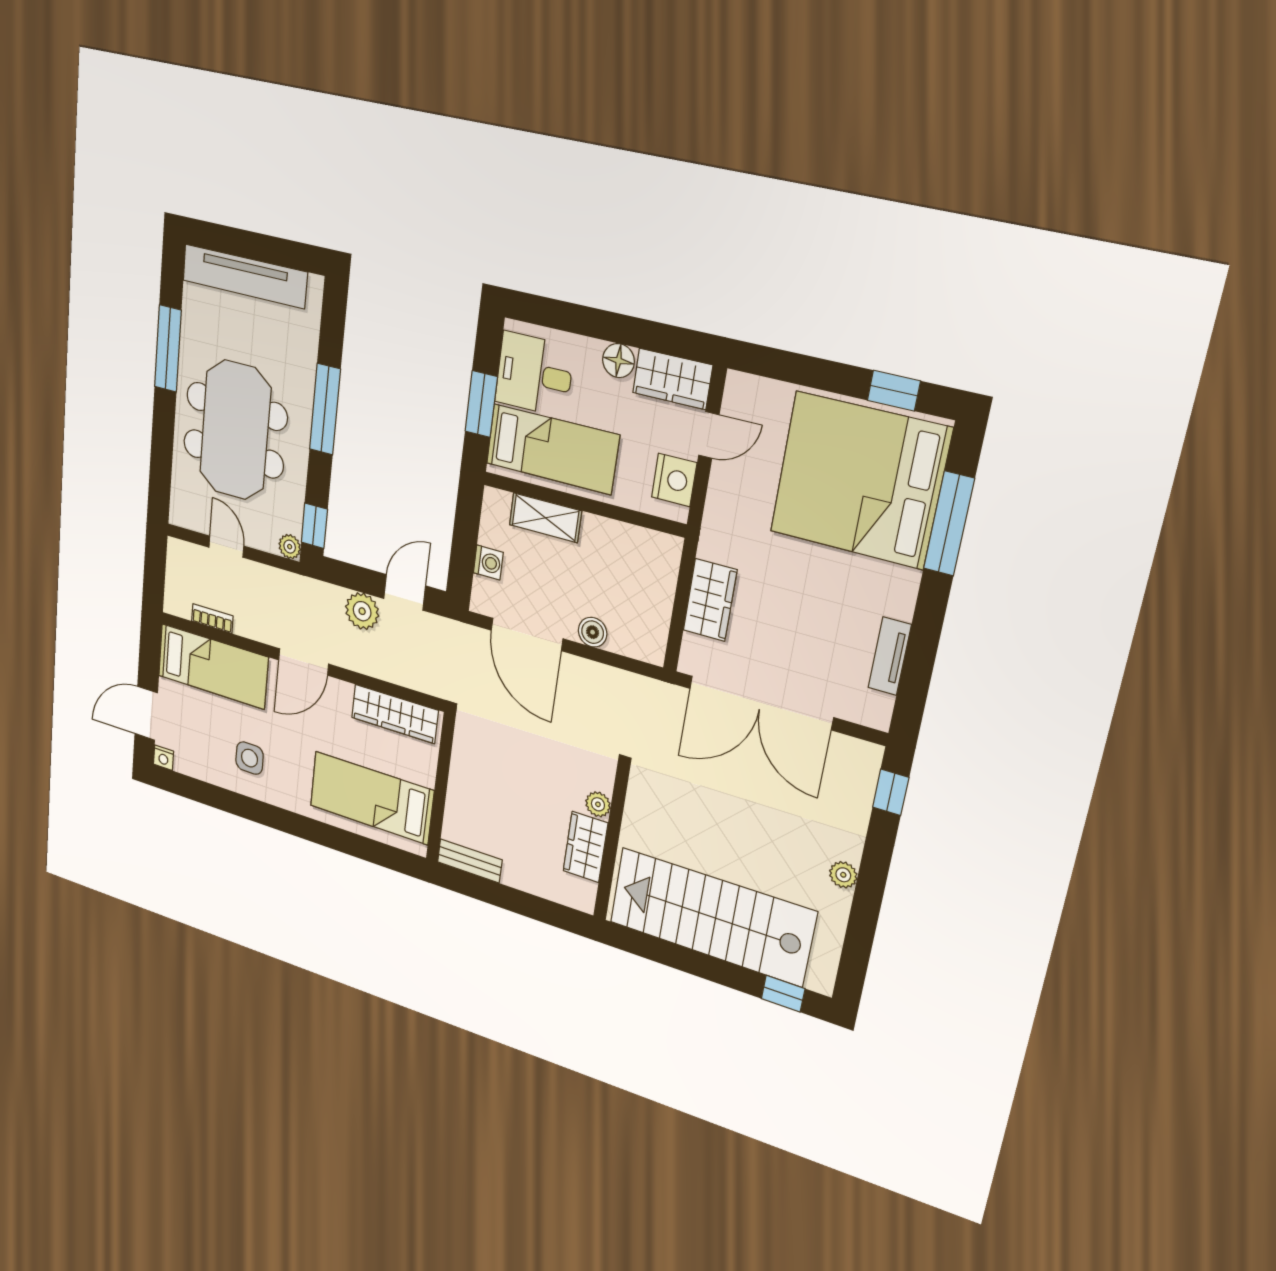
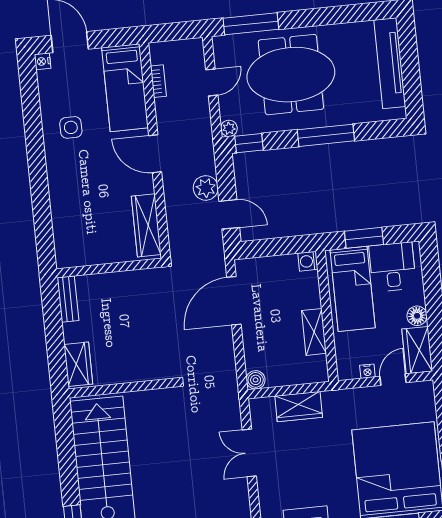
window: (168, 349) -> (251, 24), moved
door: (709, 435) -> (393, 380), swing flipped
nightstand: (674, 480) -> (367, 371), width x0.53, depth x0.56
shelving: (545, 518) -> (314, 332), moved
washing machine: (488, 563) -> (308, 261), moved, turned 90
boiler: (593, 632) -> (256, 380), moved
double door: (761, 703) -> (249, 453), width x0.54
bed: (371, 798) -> (81, 222), removed
plant: (598, 804) -> (144, 373), removed
wardrobe: (585, 847) -> (78, 364), moved, turned 90

